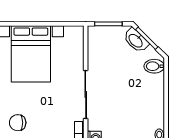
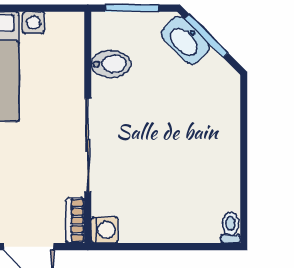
bidet: (154, 66) -> (111, 64), moved, turned 180

